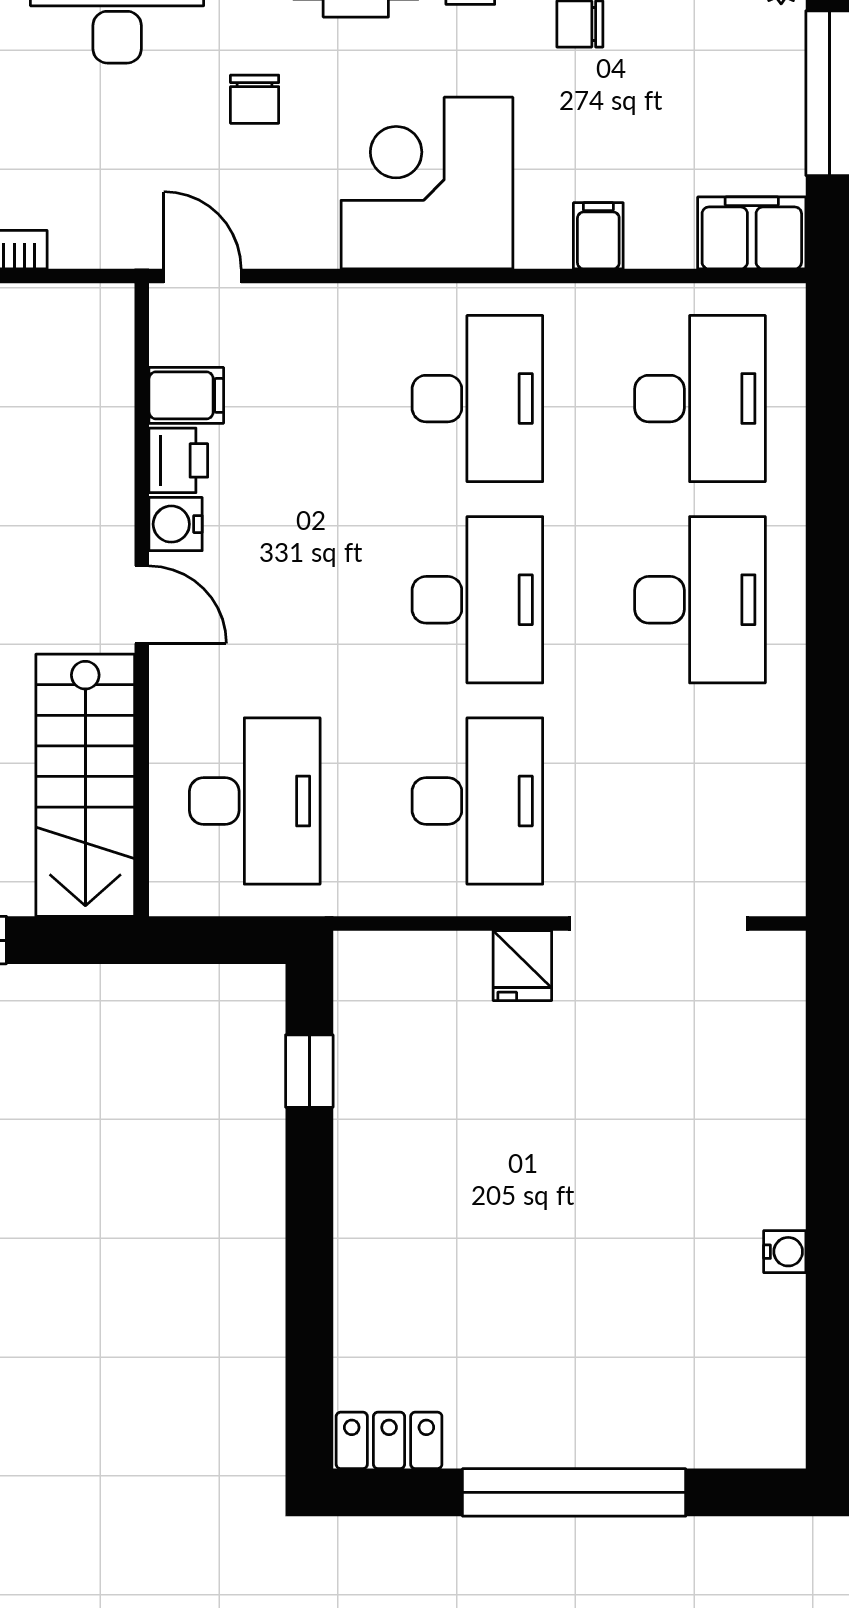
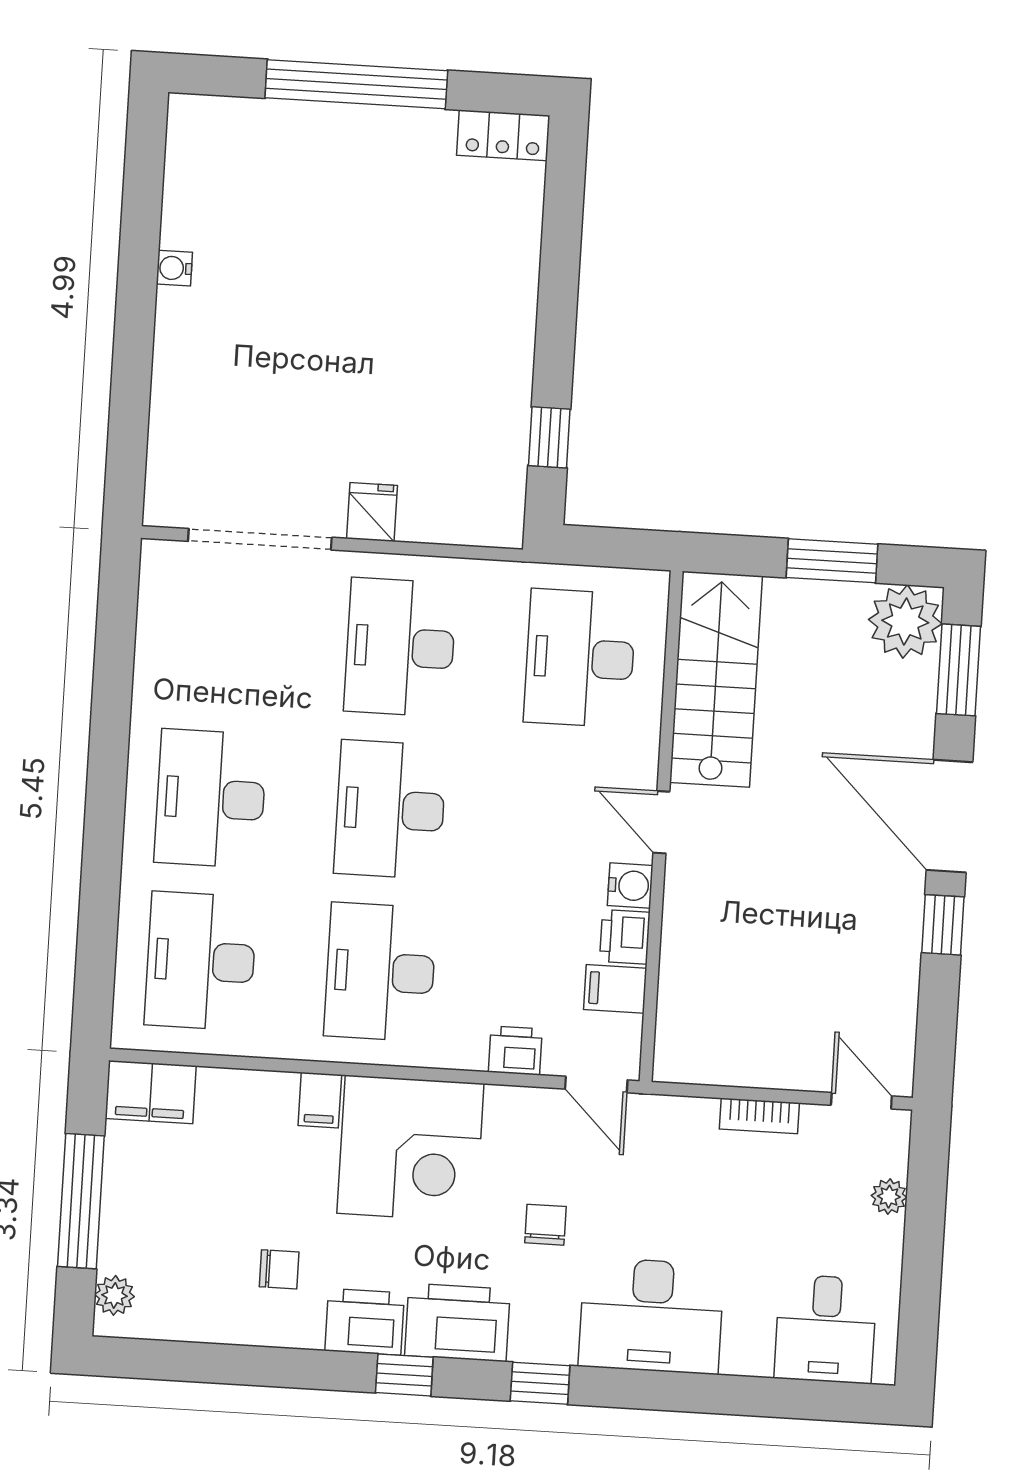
filing cabinet: (598, 236) -> (320, 1100), moved
printer: (305, 312) -> (515, 1050), added

